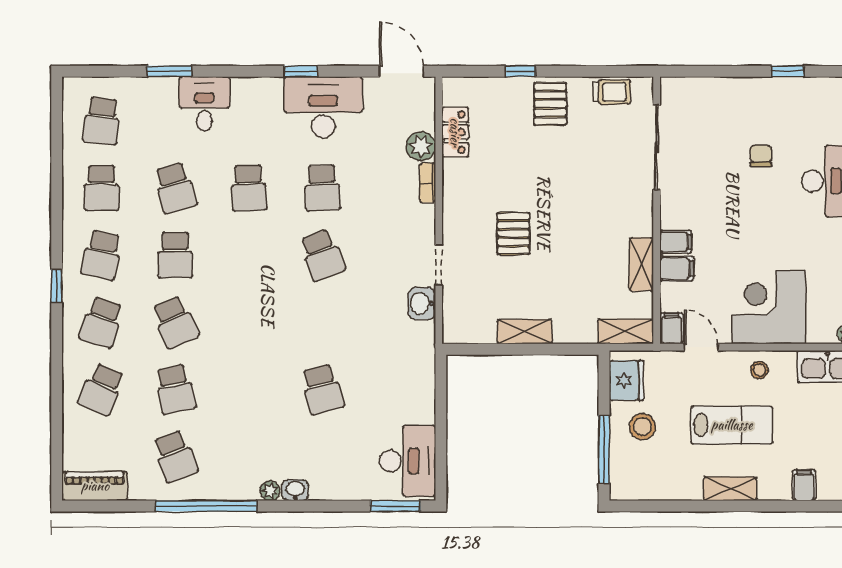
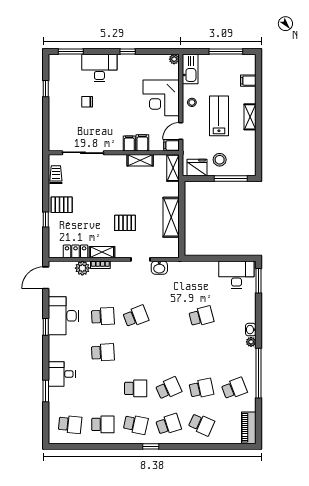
shelving: (453, 186) -> (102, 252), added
school desk: (175, 188) -> (103, 388), removed
school desk: (102, 322) -> (169, 424), turned -36
shelving: (525, 332) -> (171, 217), width x1.50, depth x1.33

